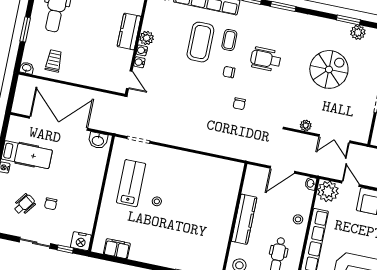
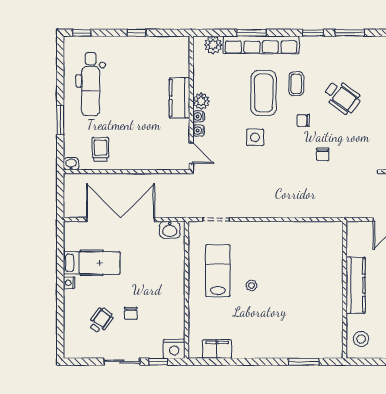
wheelchair: (266, 59) -> (342, 97), turned -144
side table: (186, 78) -> (255, 137), added

